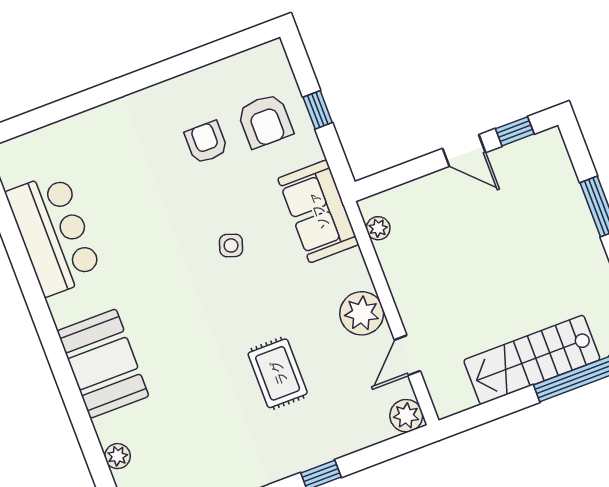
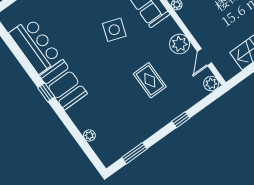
side table: (231, 245) -> (114, 30), width x1.87, depth x1.87
window: (50, 339) -> (46, 92), added
booth: (103, 364) -> (63, 85), moved

